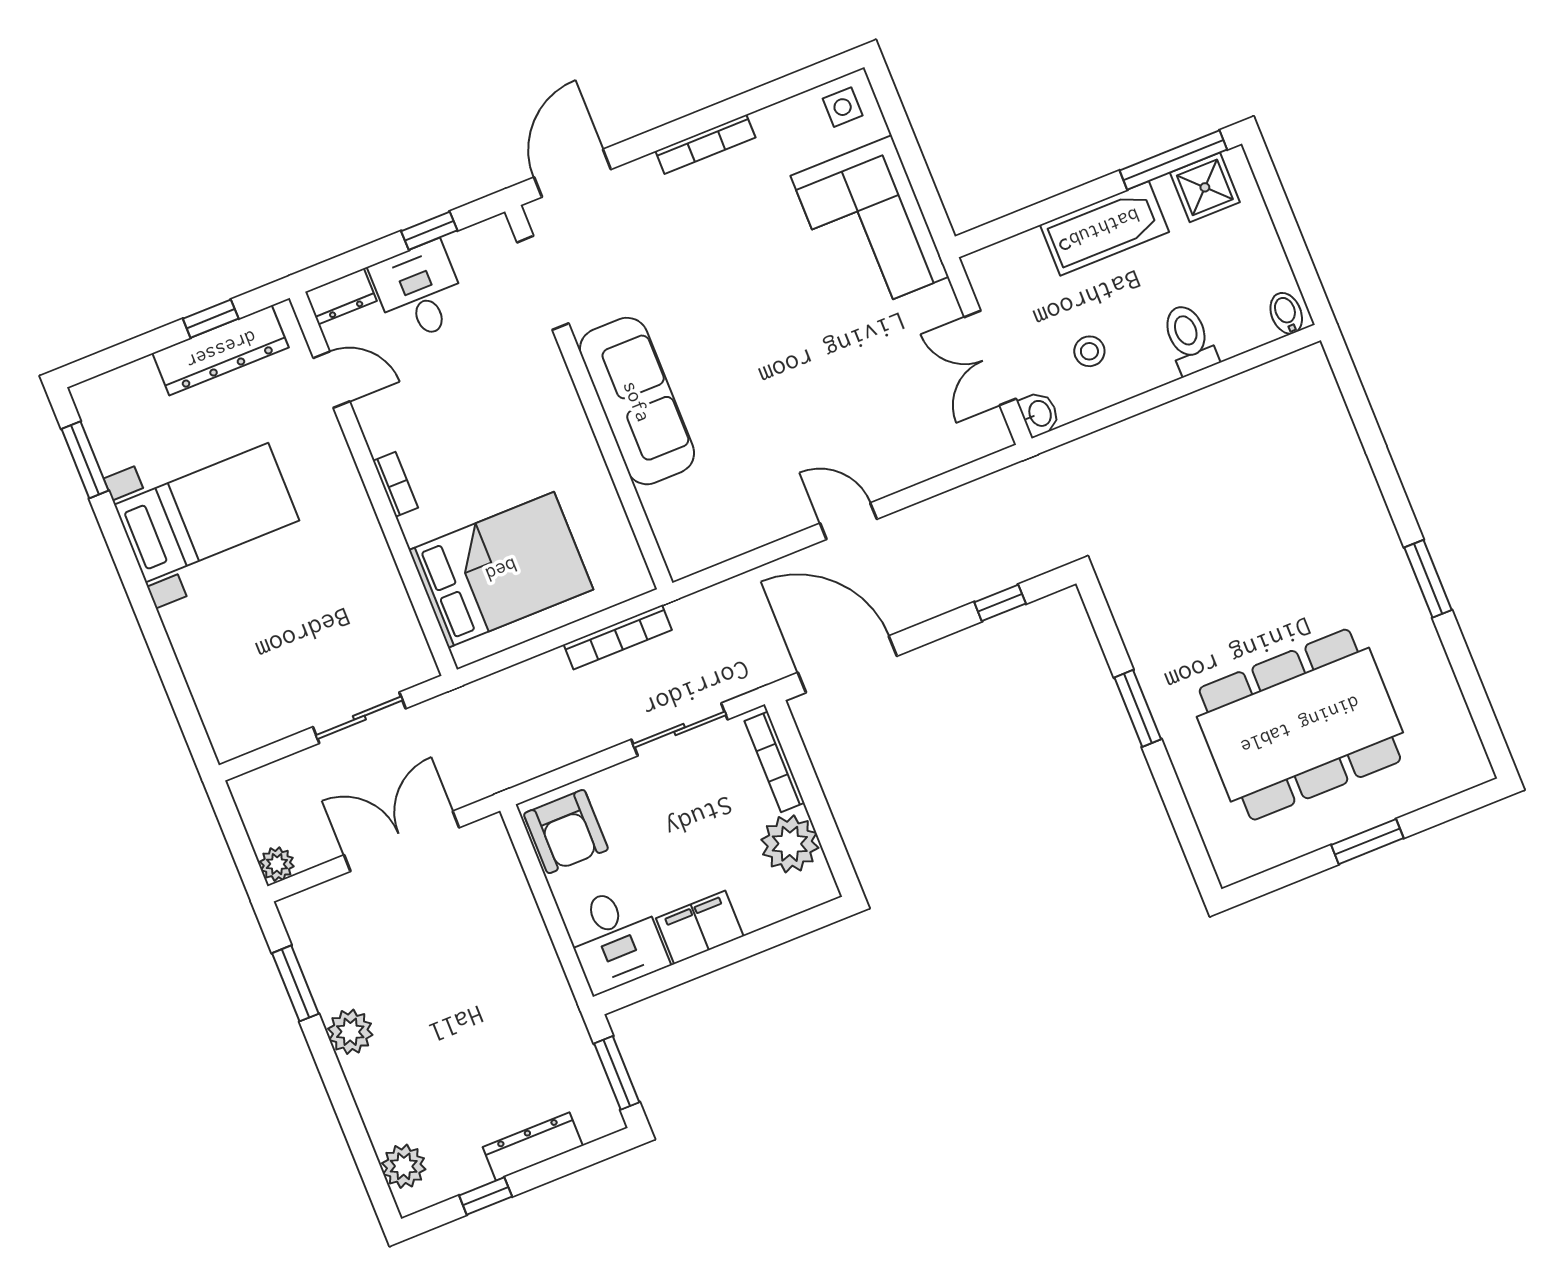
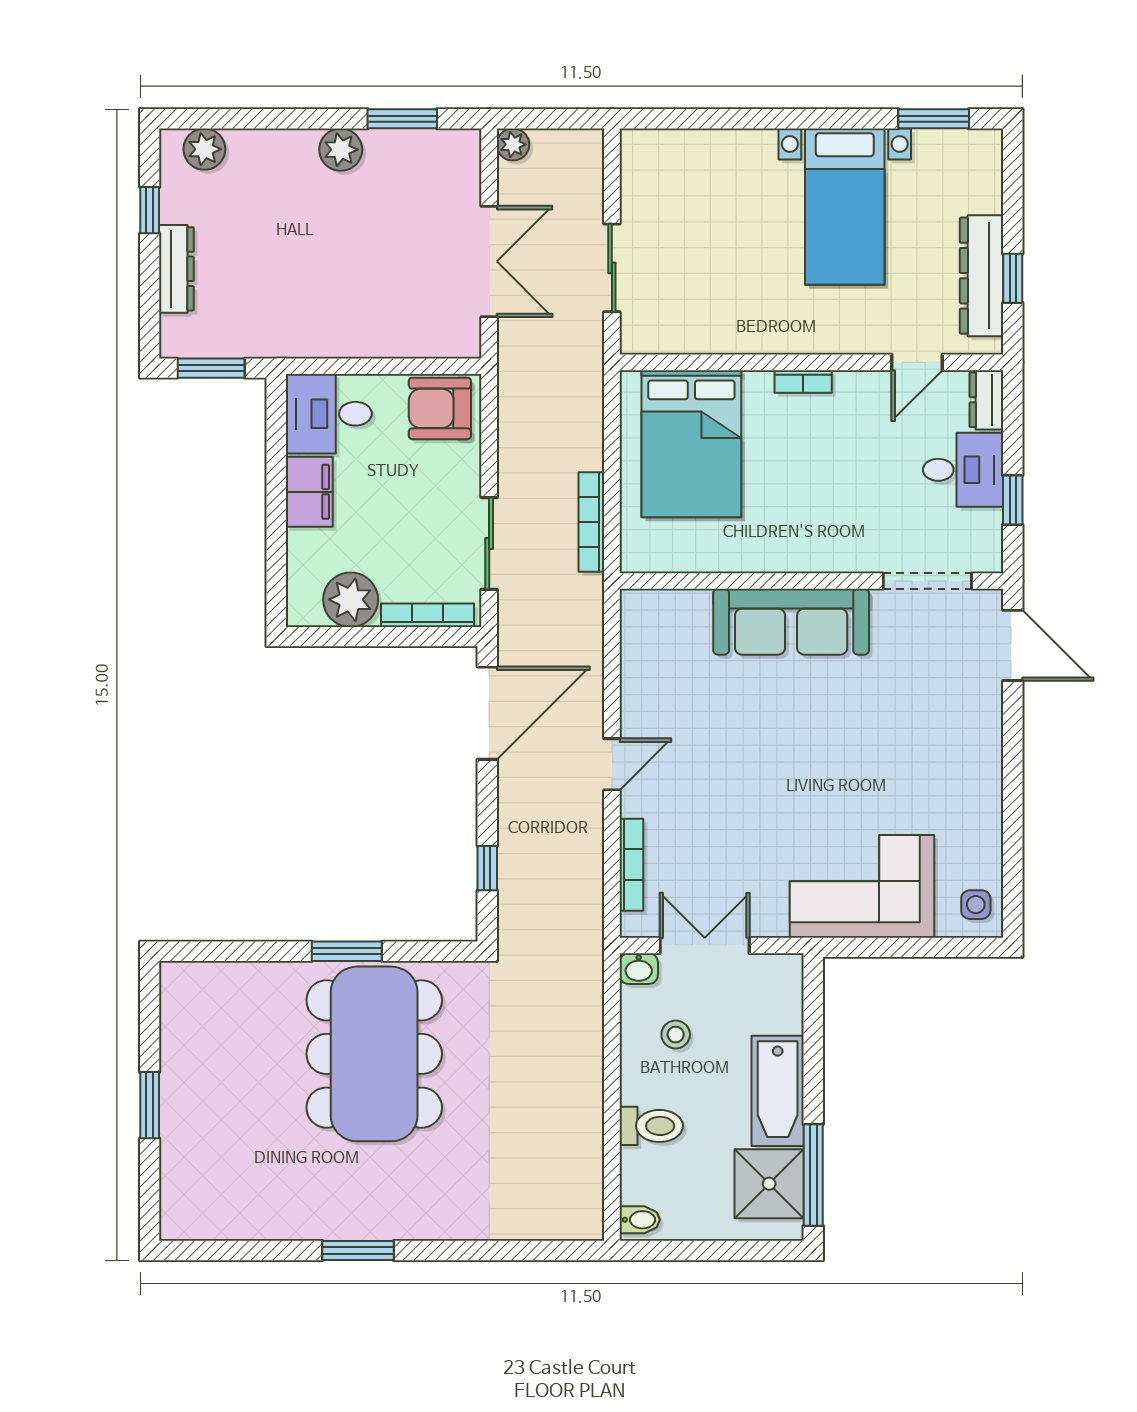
bookcase: (705, 144) -> (631, 865), moved, turned 180
shower: (1205, 187) -> (769, 1184), width x1.36, depth x1.36
dining table: (1300, 725) -> (374, 1054), moved

